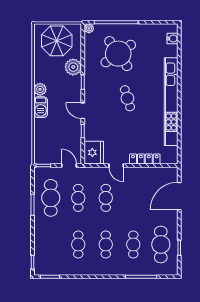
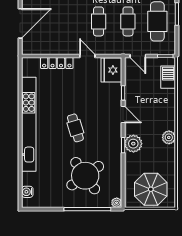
plant: (73, 67) -> (133, 144), moved
barbecue: (41, 107) -> (168, 77), moved

